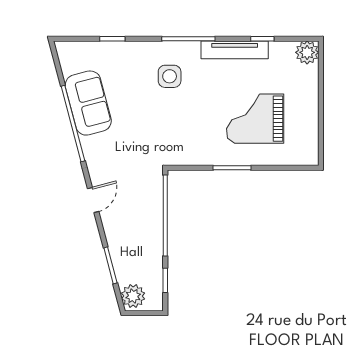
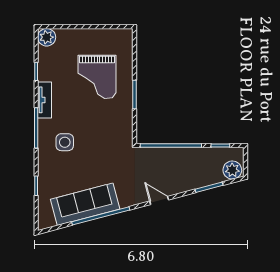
tv unit: (235, 50) -> (45, 100), width x0.71
sofa: (88, 103) -> (85, 204), width x1.36

